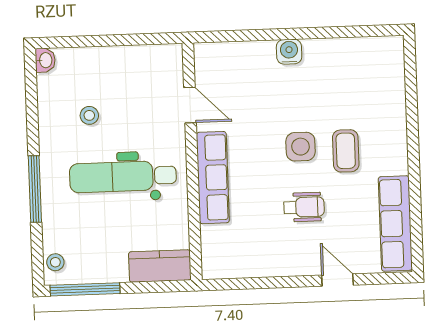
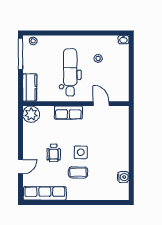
water cooler: (289, 52) -> (123, 177), moved
door: (190, 105) -> (101, 104), swing flipped
row of seats: (213, 178) -> (68, 113), width x0.68
window: (35, 189) -> (66, 33), removed
plant: (220, 261) -> (31, 114), added

